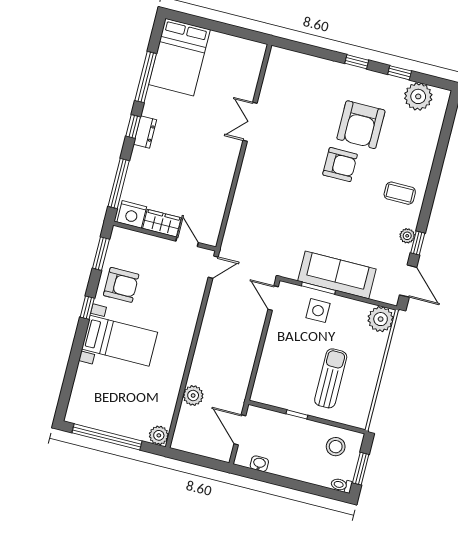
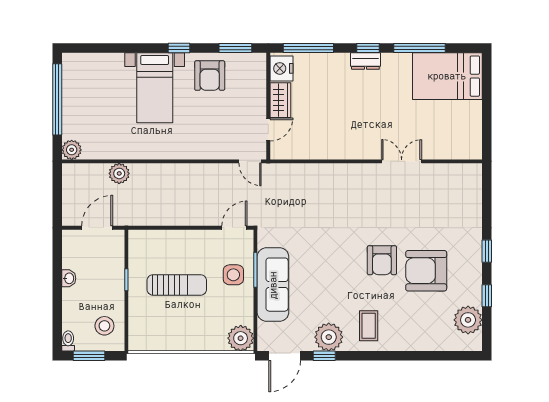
plant: (407, 236) -> (329, 337), width x1.87, depth x1.87
sun lounger: (331, 378) -> (177, 285), moved
washbasin: (259, 464) -> (69, 278), moved

